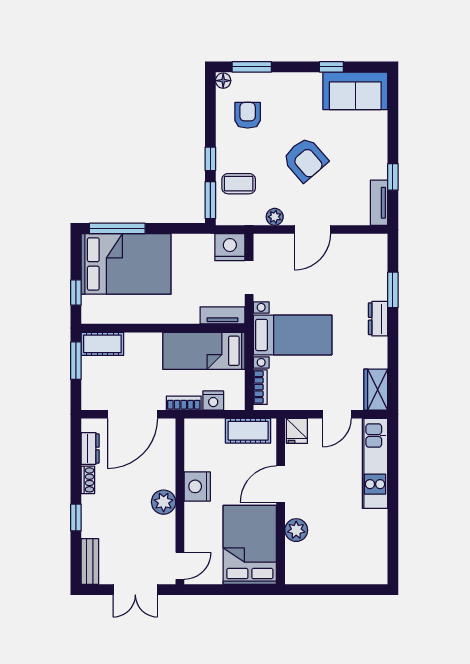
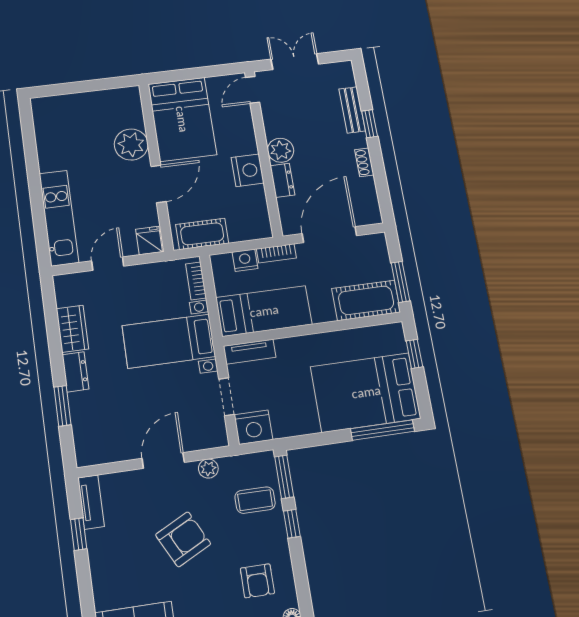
armchair: (305, 159) -> (183, 539), turned 104
cot: (102, 344) -> (366, 300), width x1.37, depth x1.34
wardrobe: (376, 390) -> (72, 329), moved
dresser: (90, 449) -> (282, 180), moved, turned 180
plant: (296, 530) -> (131, 145), width x1.36, depth x1.36
bench: (90, 561) -> (352, 110), moved

